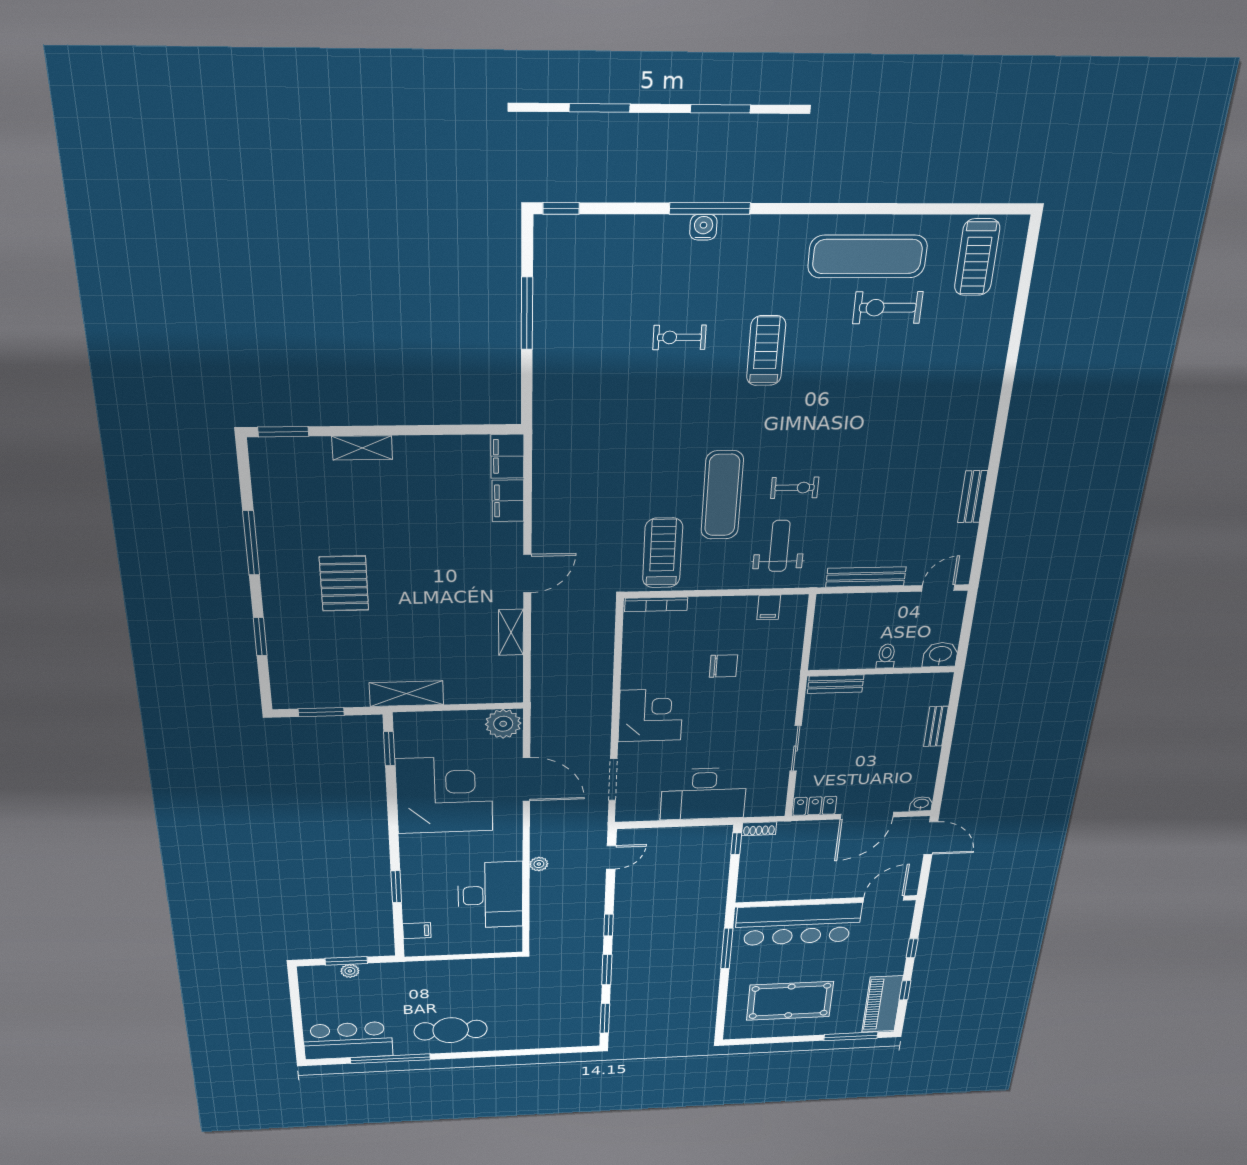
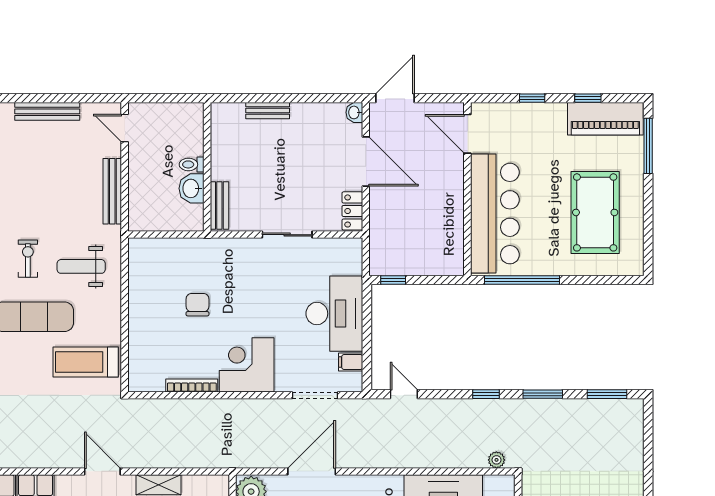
bench: (973, 497) -> (47, 111), width x1.36
bookcase: (656, 604) -> (192, 385), moved, turned -90
filing cabinet: (769, 607) -> (351, 362), moved, turned 180
washbasin: (940, 655) -> (192, 188), moved
shoe rack: (759, 829) -> (377, 260), removed
plant: (539, 864) -> (496, 460), moved
window: (727, 948) -> (522, 280), width x1.46

